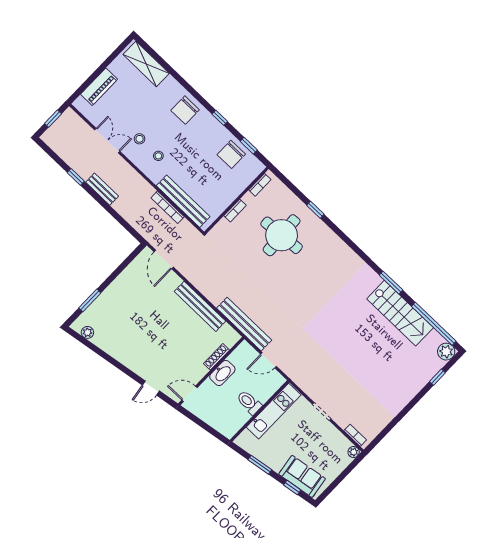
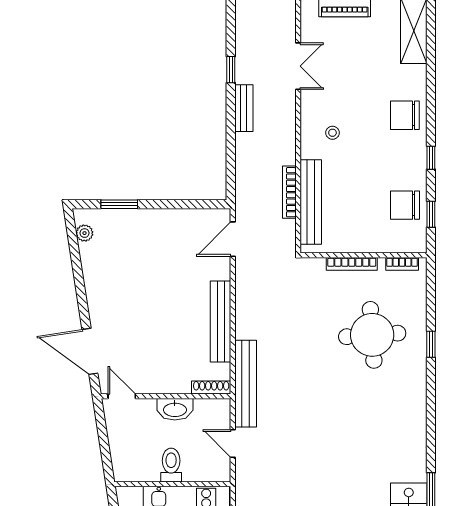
stool: (140, 139) -> (331, 97), removed
bookcase: (235, 211) -> (352, 264), width x1.56
shoe rack: (217, 357) -> (211, 388), moved
door: (151, 388) -> (90, 351), width x1.88

